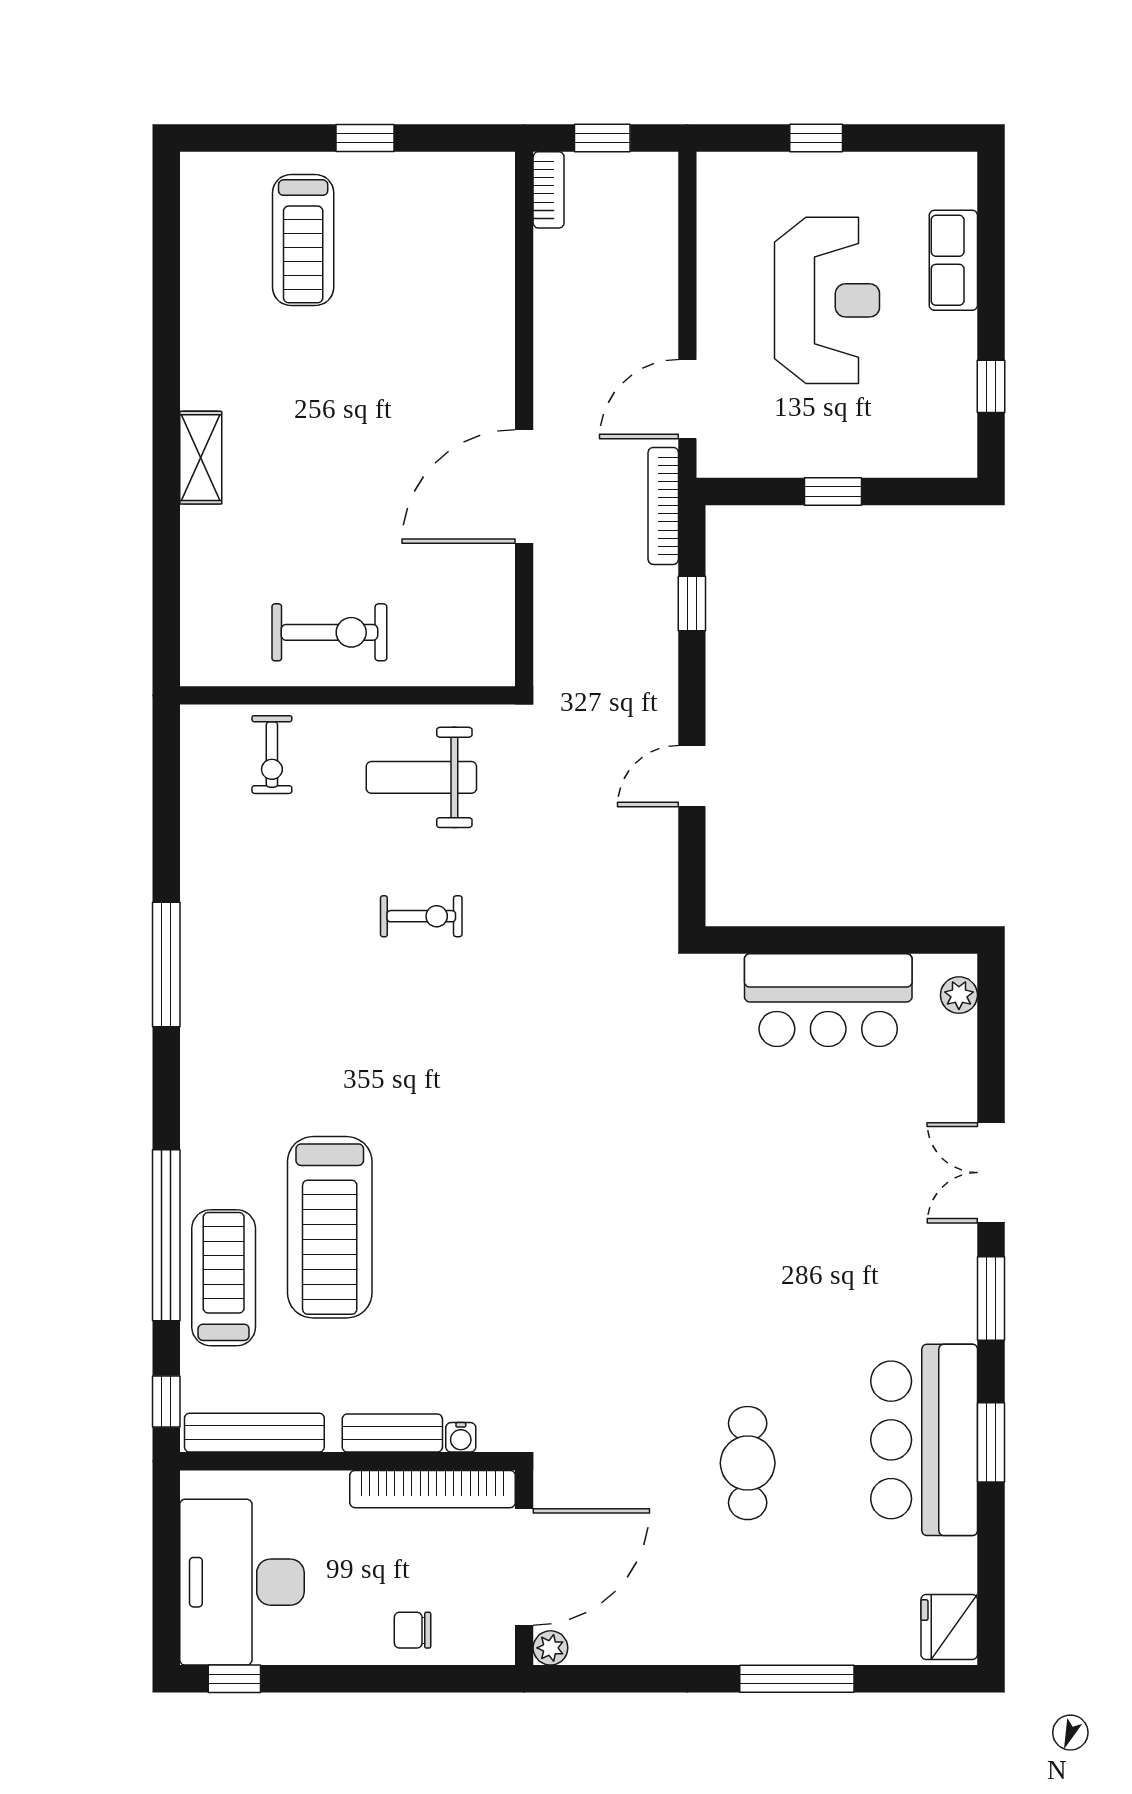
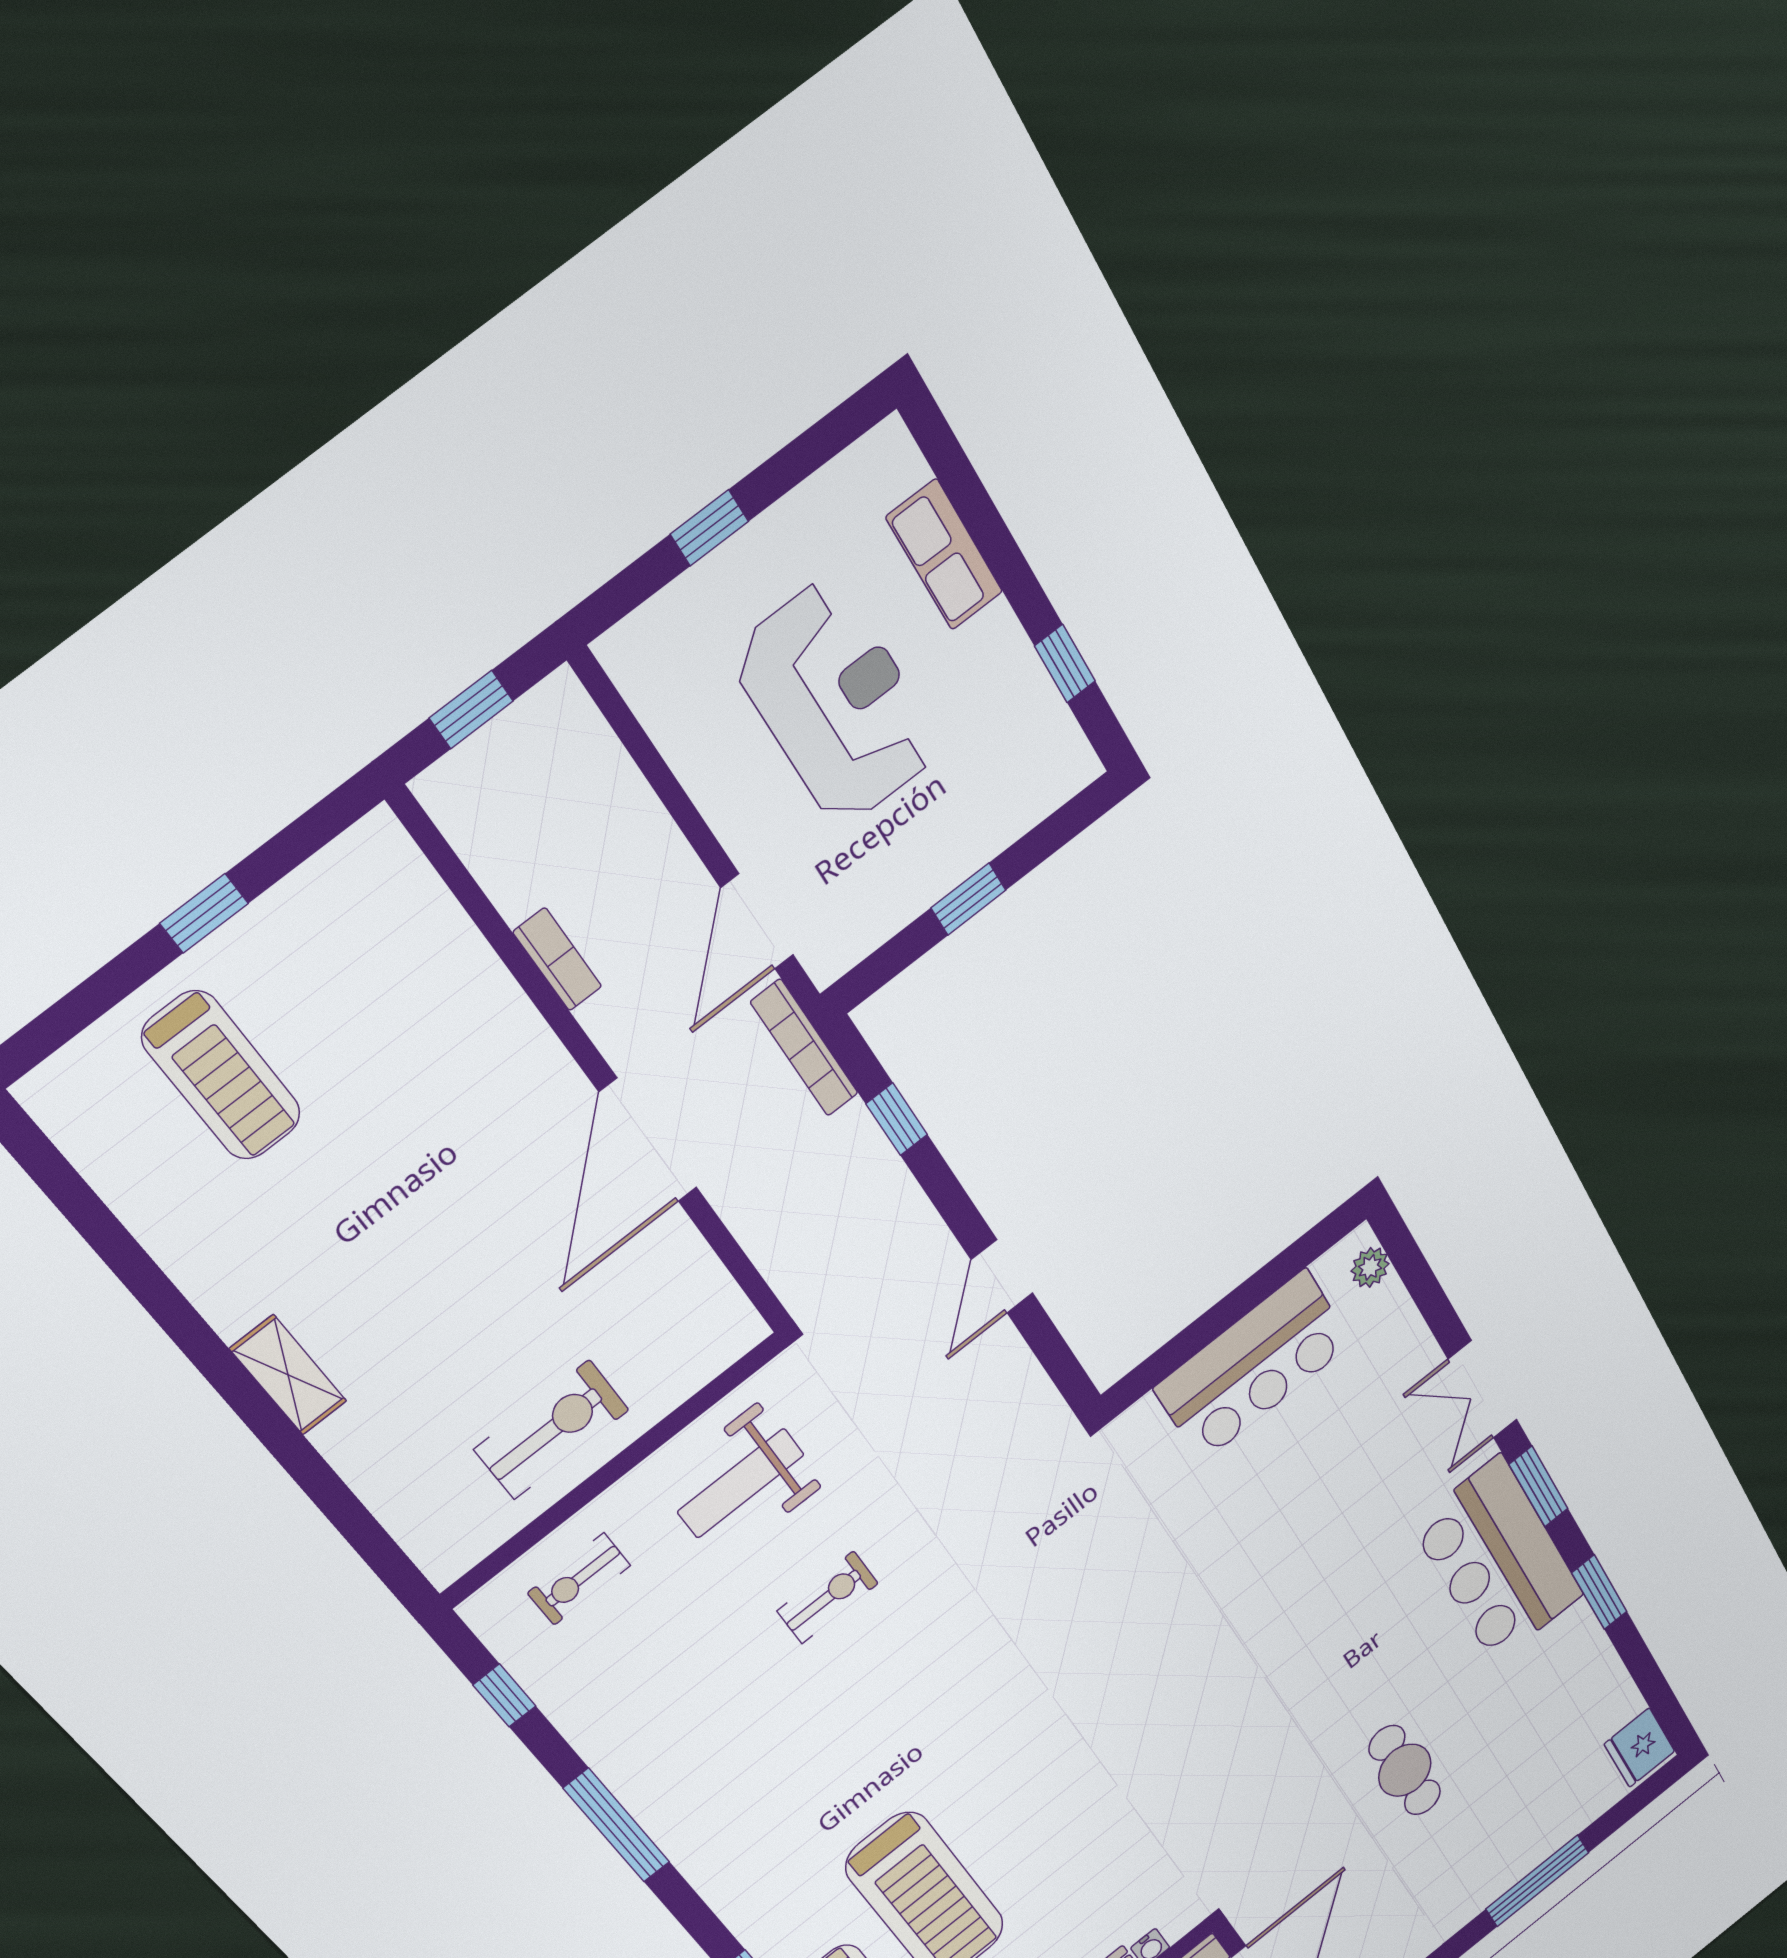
bookcase: (549, 190) -> (557, 959), moved
exercise bike: (272, 755) -> (579, 1579), turned 90
window: (166, 797) -> (504, 1695), added
bar counter: (924, 1440) -> (1498, 1560), moved

